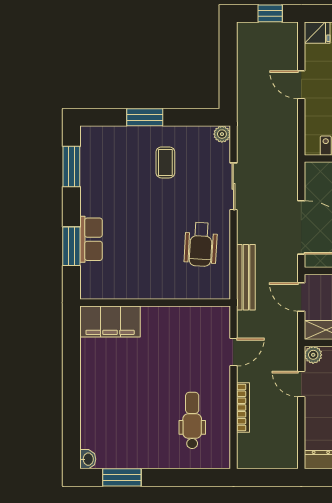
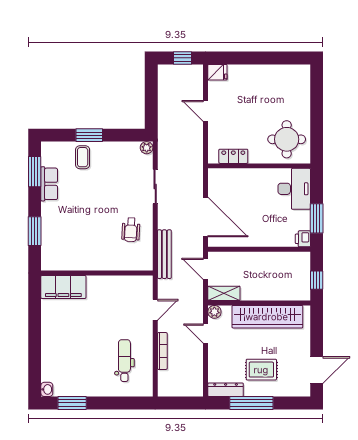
coffee table: (165, 162) -> (83, 157), moved
row of seats: (91, 239) -> (49, 184), moved
wheelchair: (201, 244) -> (131, 230), width x0.73, depth x0.73

